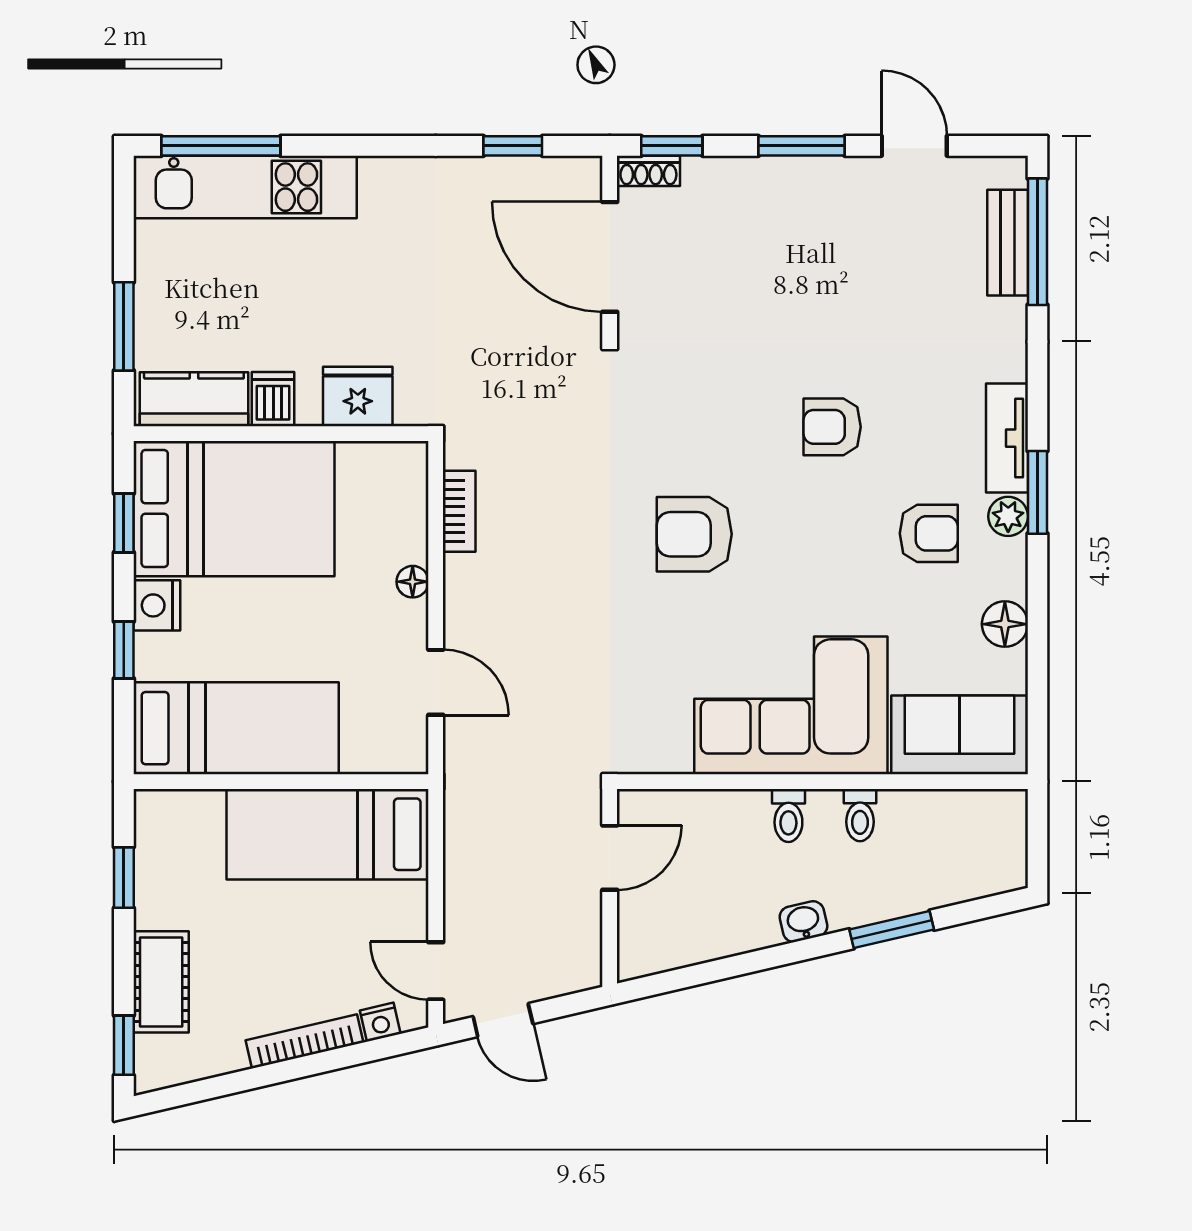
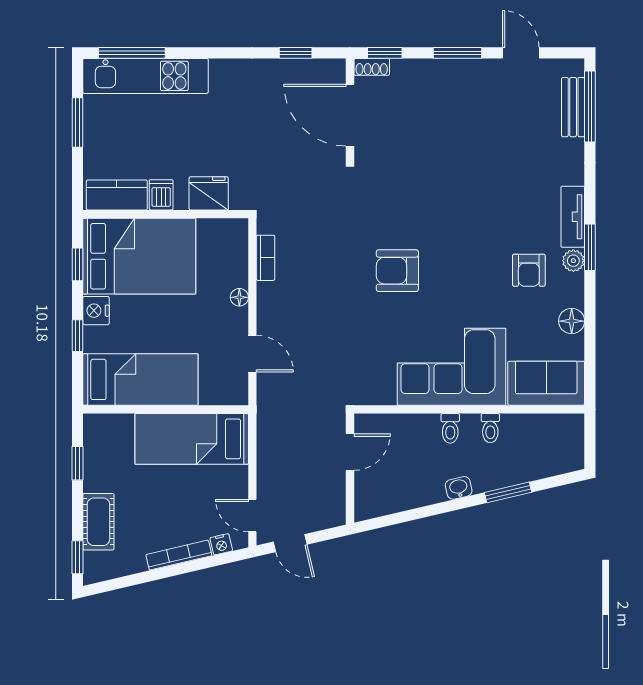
window: (124, 326) -> (78, 123), moved
armchair: (832, 427) -> (475, 210), removed
armchair: (929, 533) -> (529, 270), turned 90

